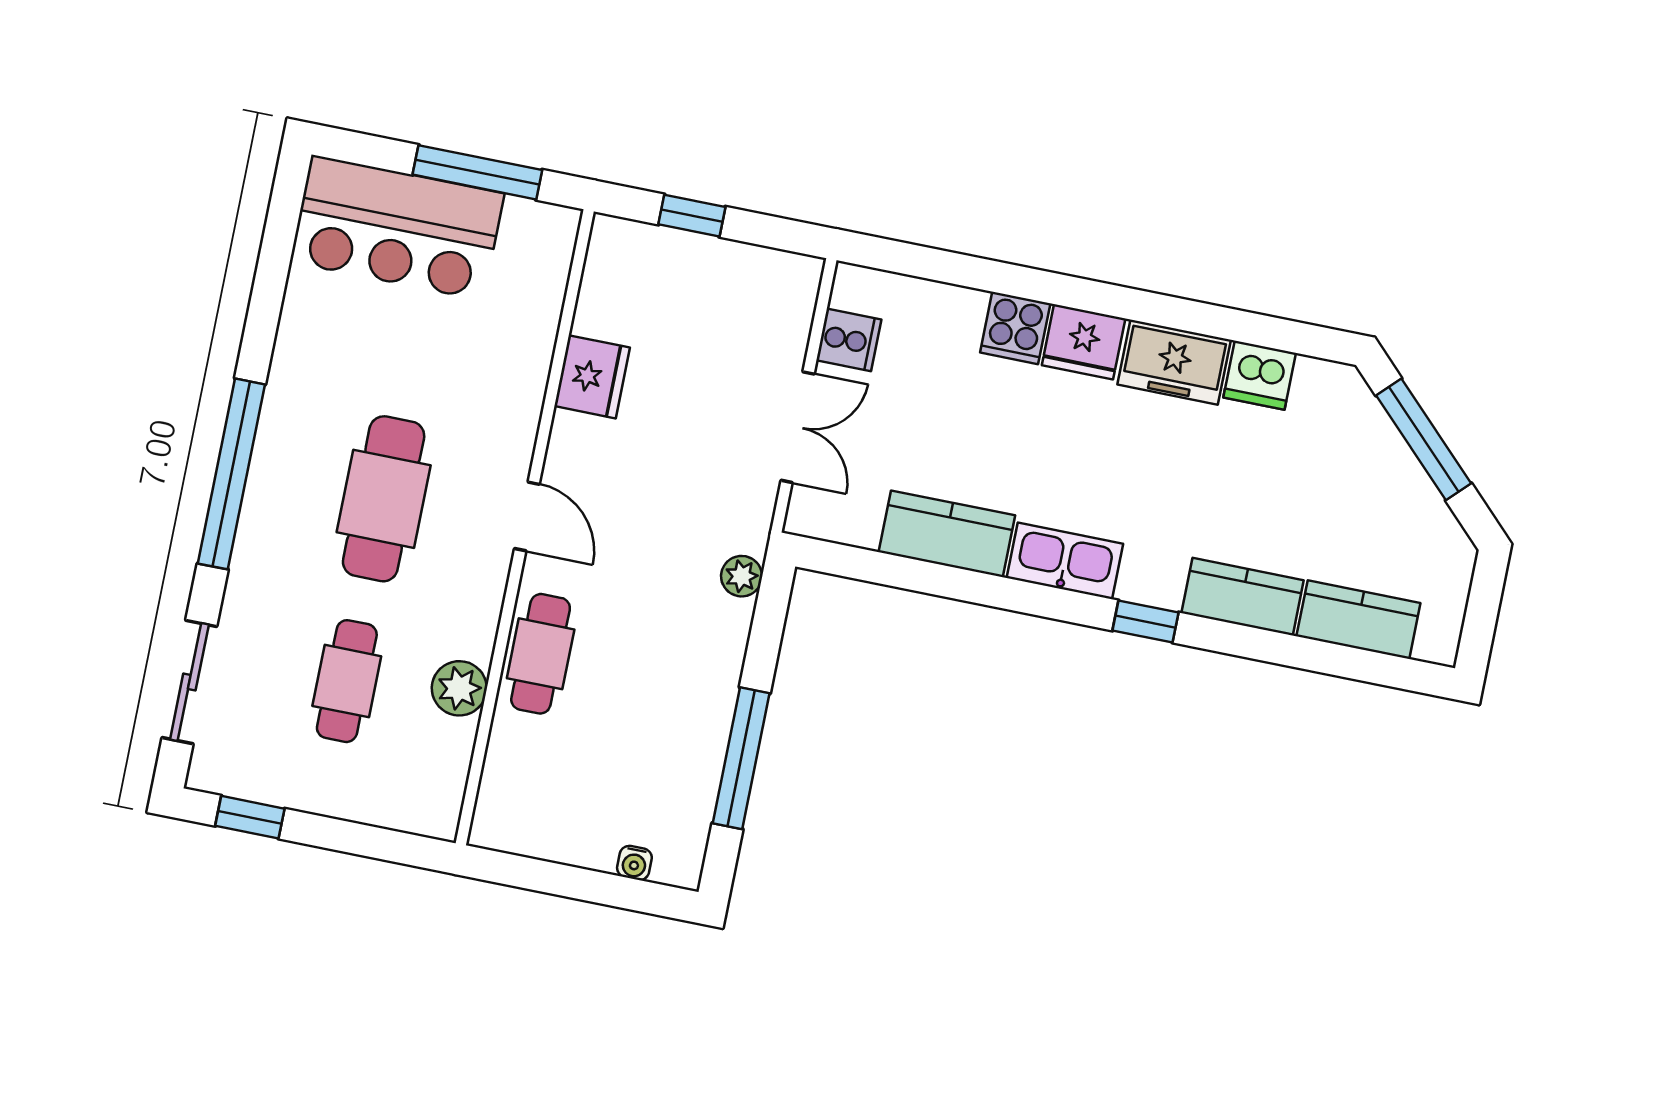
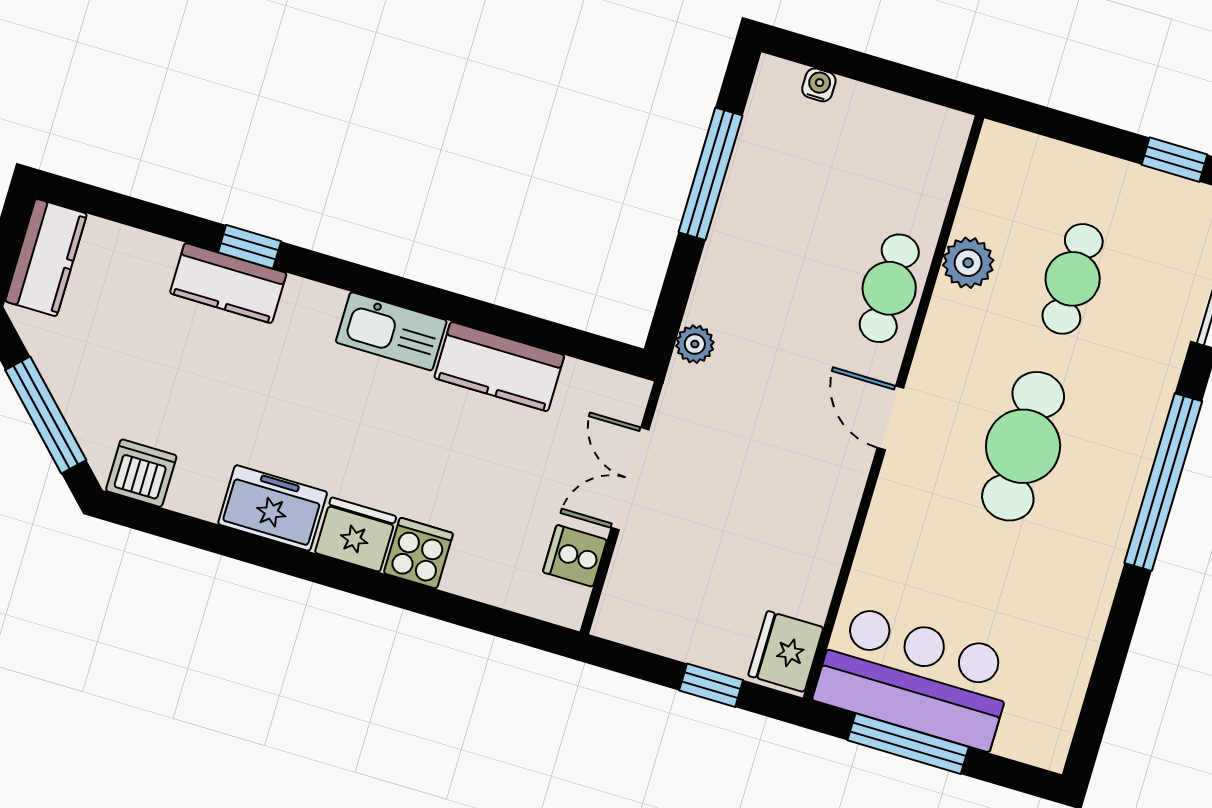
bar counter: (397, 227) -> (915, 677), moved
dishwasher: (1260, 375) -> (141, 473), moved
fridge: (592, 377) -> (786, 651), moved
kitchen counter: (1358, 620) -> (46, 258), moved, turned -90
window: (1146, 622) -> (250, 247), moved

